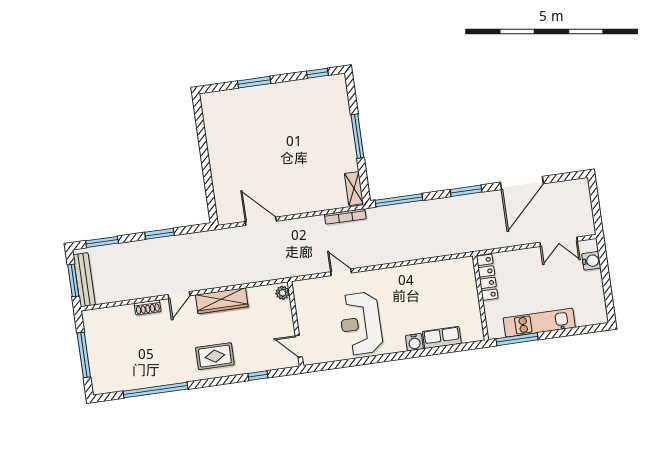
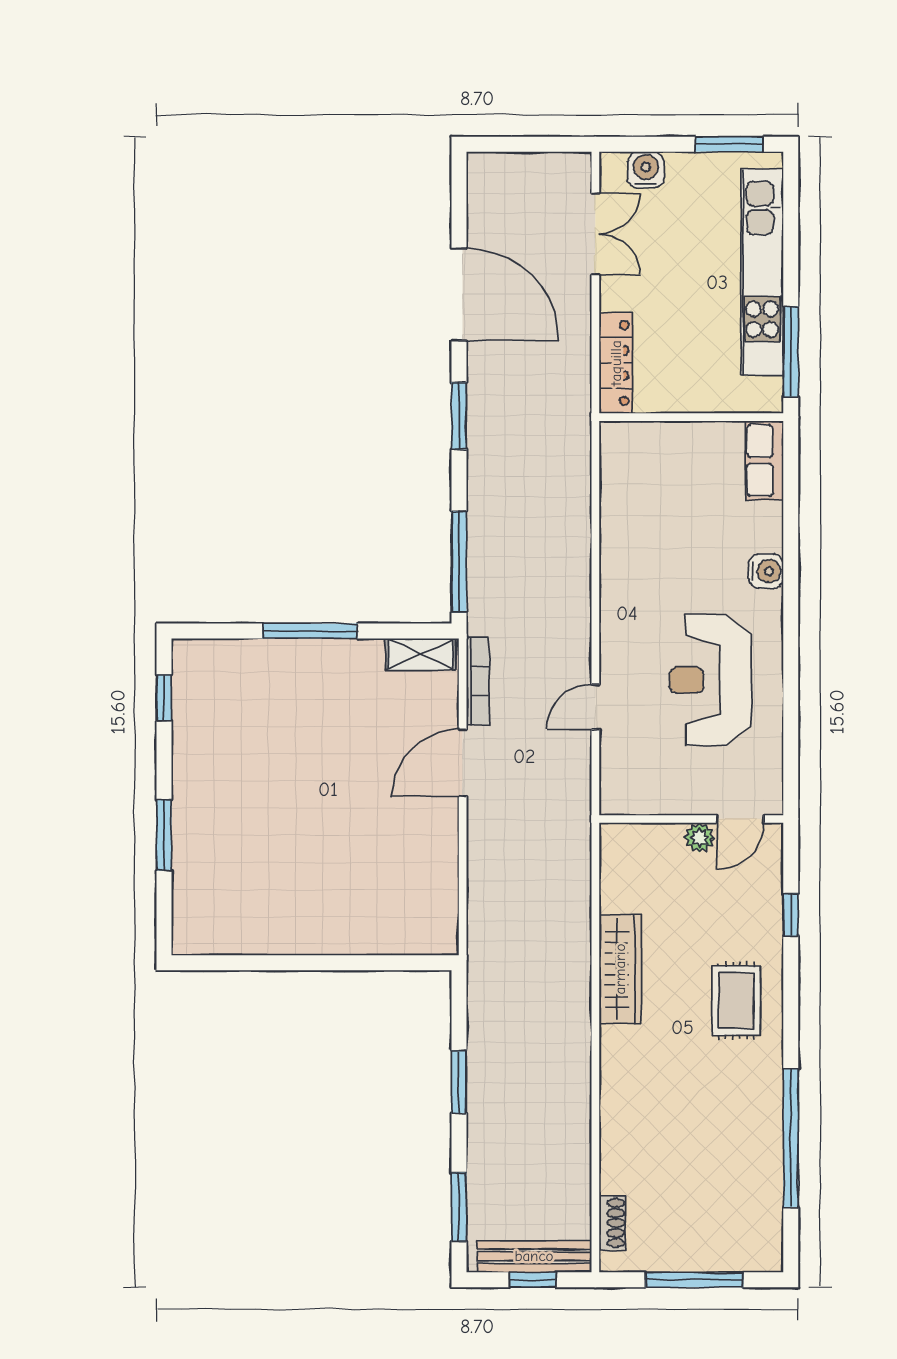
door: (261, 221) -> (463, 763), moved
locker: (487, 277) -> (616, 363), moved, turned 90
window: (73, 280) -> (533, 1280), width x0.67
plant: (283, 293) -> (699, 838), moved
door: (179, 295) -> (595, 1059), removed
window: (608, 297) -> (729, 144), added
shoe rack: (148, 307) -> (612, 1223), moved
reception desk: (361, 323) -> (710, 680), turned 90
kitchen unit: (539, 323) -> (762, 272), width x1.36
row of seats: (442, 337) -> (764, 460), moved

